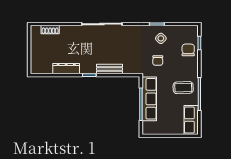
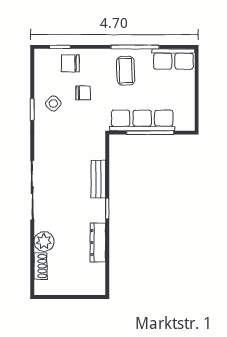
plant: (67, 32) -> (44, 242), added
chair: (158, 60) -> (83, 93), moved

